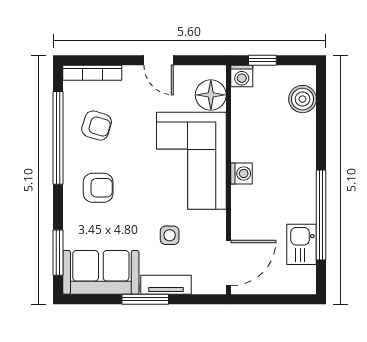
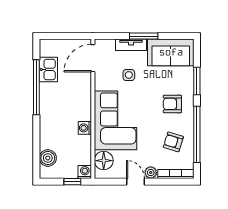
plant: (134, 75) -> (151, 173), added
washing machine: (242, 173) -> (85, 128), moved
window: (58, 253) -> (197, 81), moved

